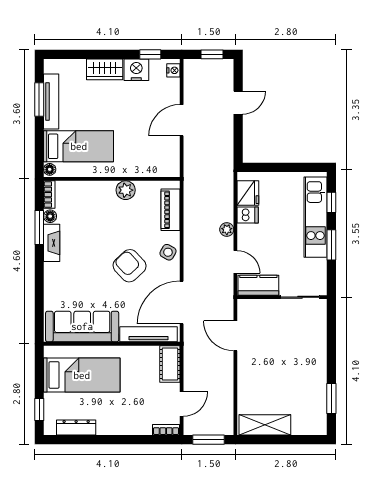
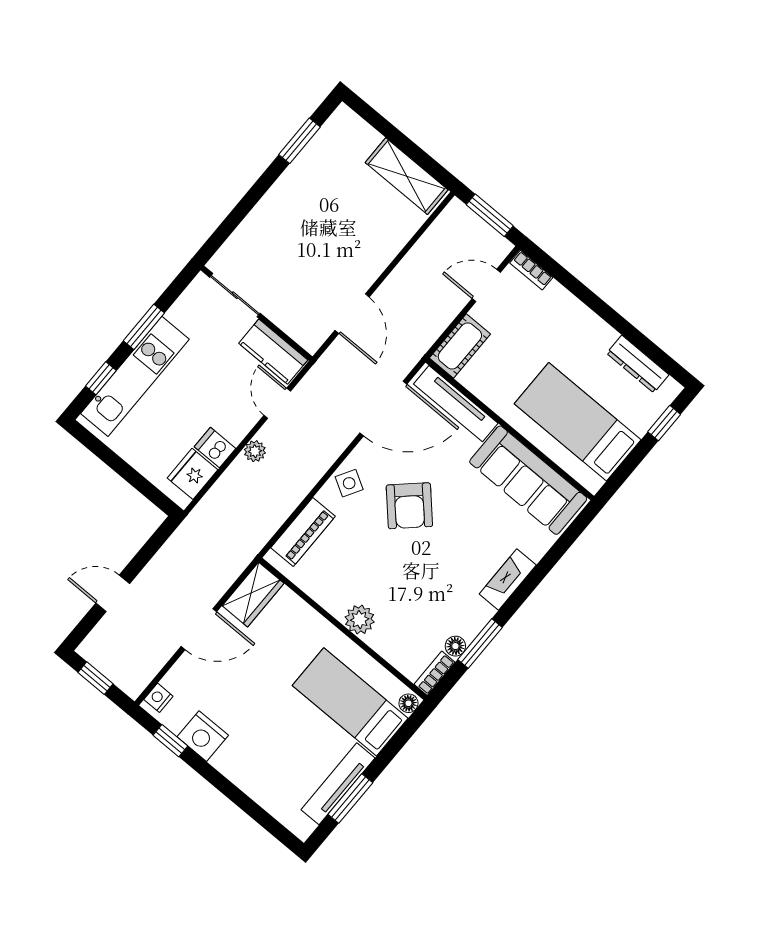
wardrobe: (105, 69) -> (253, 595), moved, turned 90
plant: (126, 190) -> (360, 620), moved
fireplace: (52, 243) -> (508, 580), moved

